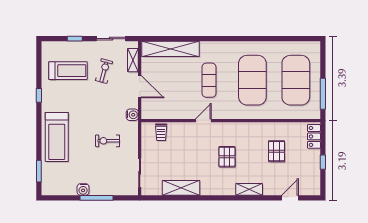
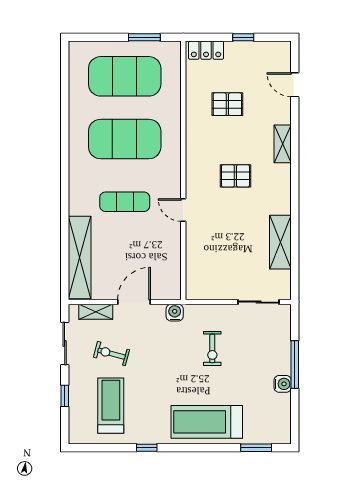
window: (323, 94) -> (144, 37), width x0.69
trolley: (161, 132) -> (200, 271), removed
treadmill: (57, 137) -> (207, 422), turned 180

